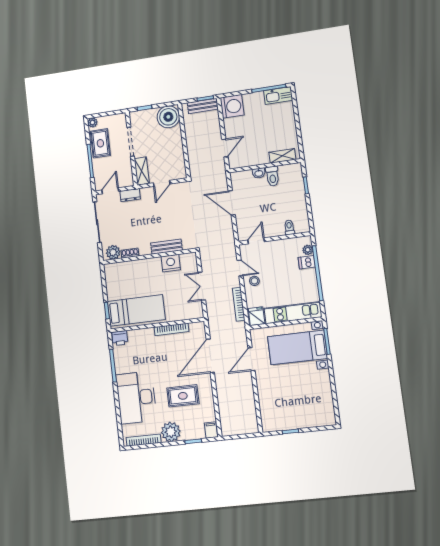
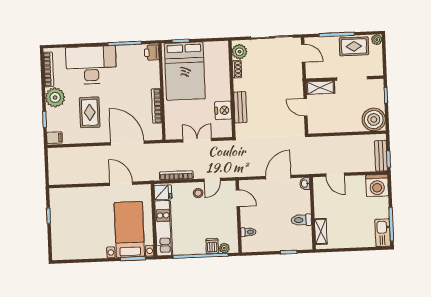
washbasin: (259, 173) -> (305, 184), moved
dresser: (130, 195) -> (297, 74), removed
bed: (136, 310) -> (185, 71), width x1.50

